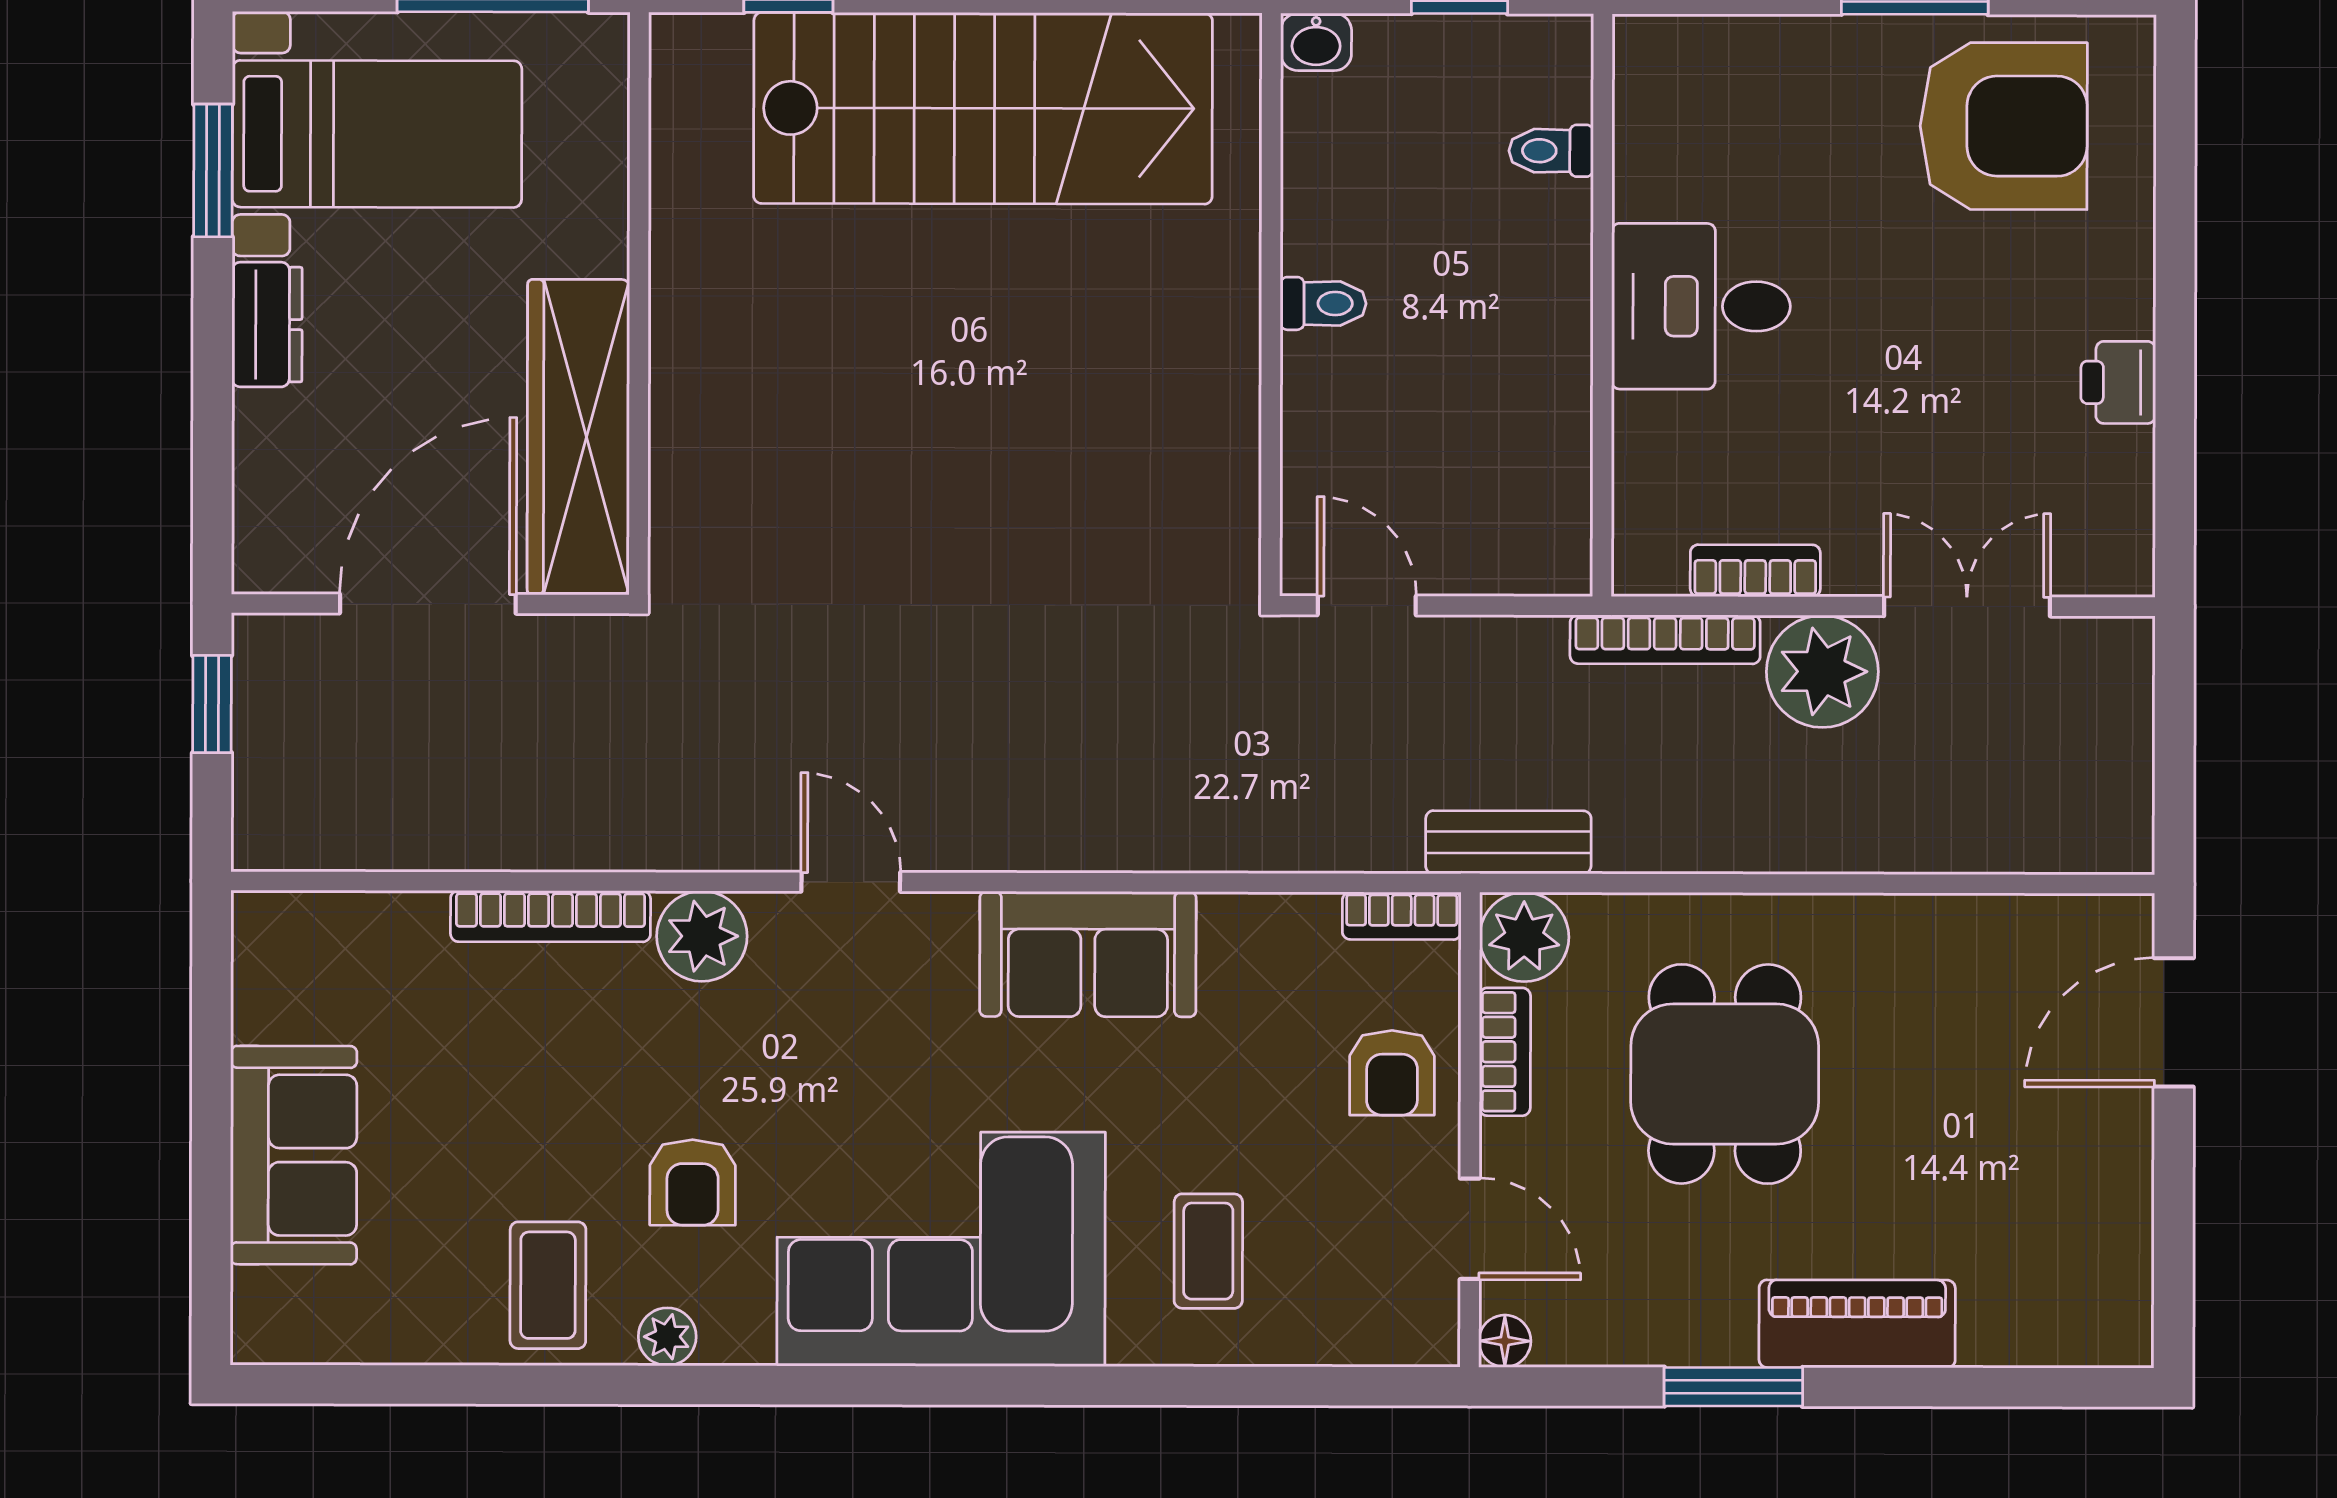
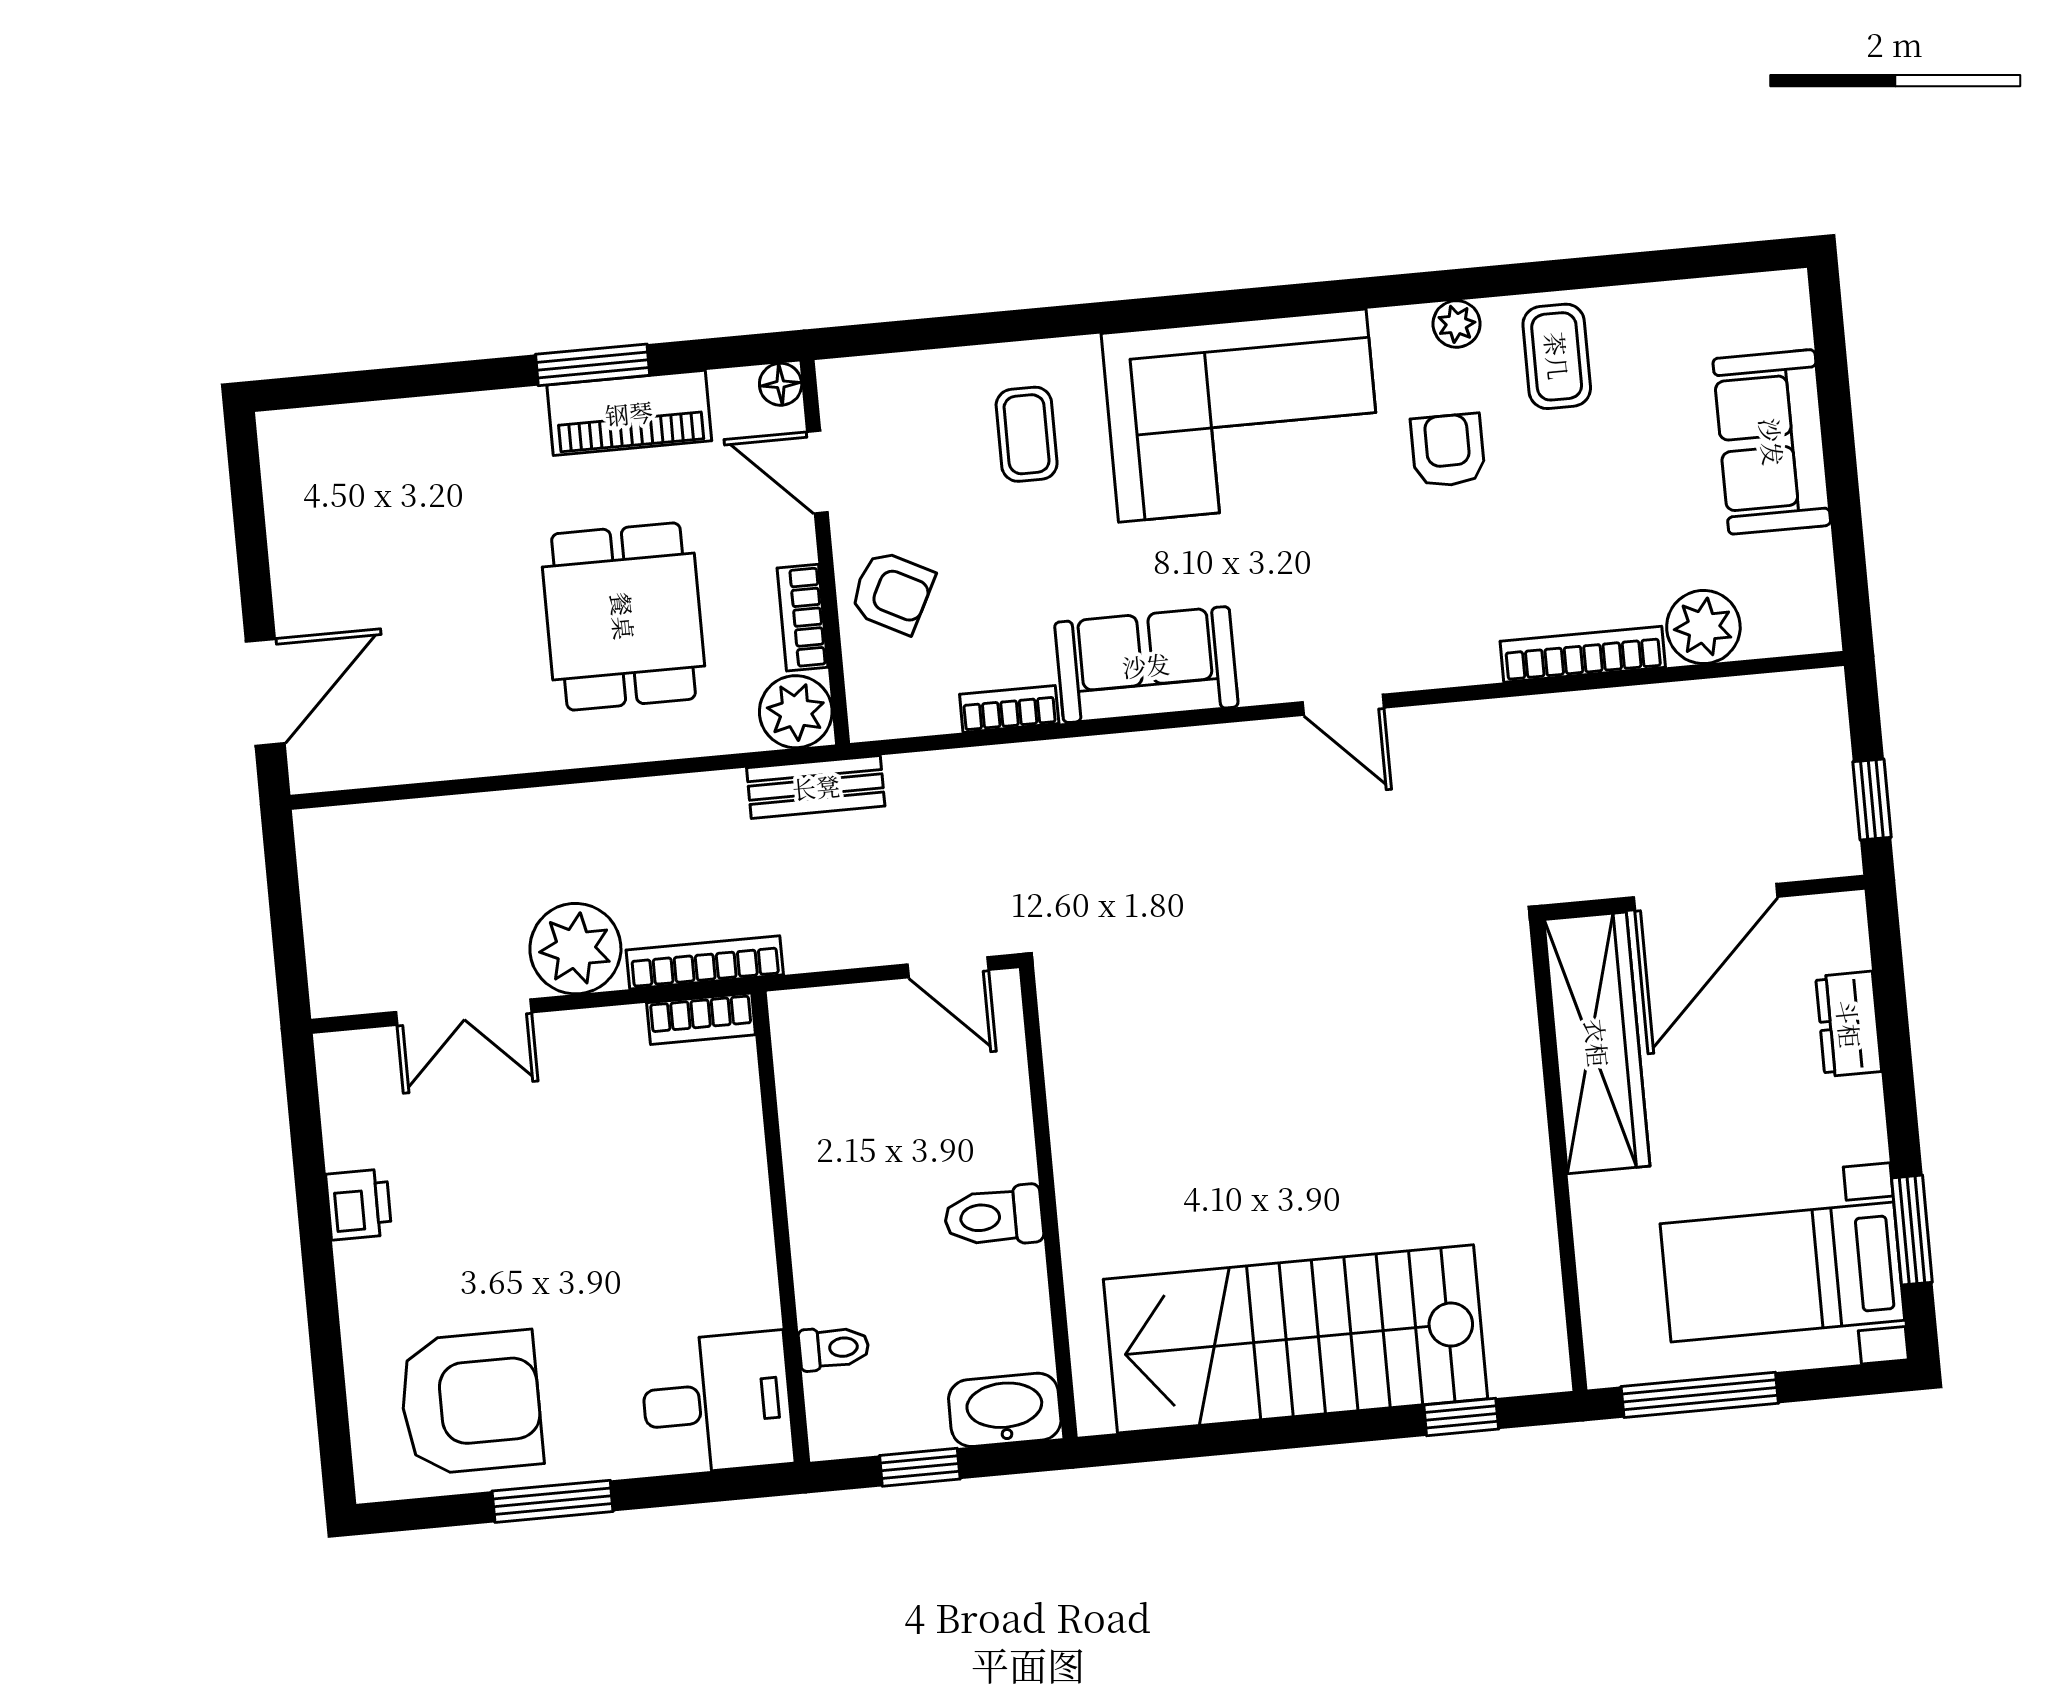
washbasin: (1316, 42) -> (1005, 1410), width x1.91, depth x1.45
armchair: (2004, 126) -> (471, 1402), turned 180
toilet: (1323, 303) -> (994, 1217), width x1.37, depth x1.39
desk: (1701, 306) -> (717, 1403), moved
dresser: (267, 325) -> (1849, 1024), moved
bookcase: (1755, 571) -> (701, 1019), moved
bookcase: (1402, 916) -> (1009, 709), moved
plant: (702, 936) -> (1703, 627), moved
armchair: (1392, 1073) -> (892, 592), turned 117
piano: (1857, 1324) -> (629, 413), moved

